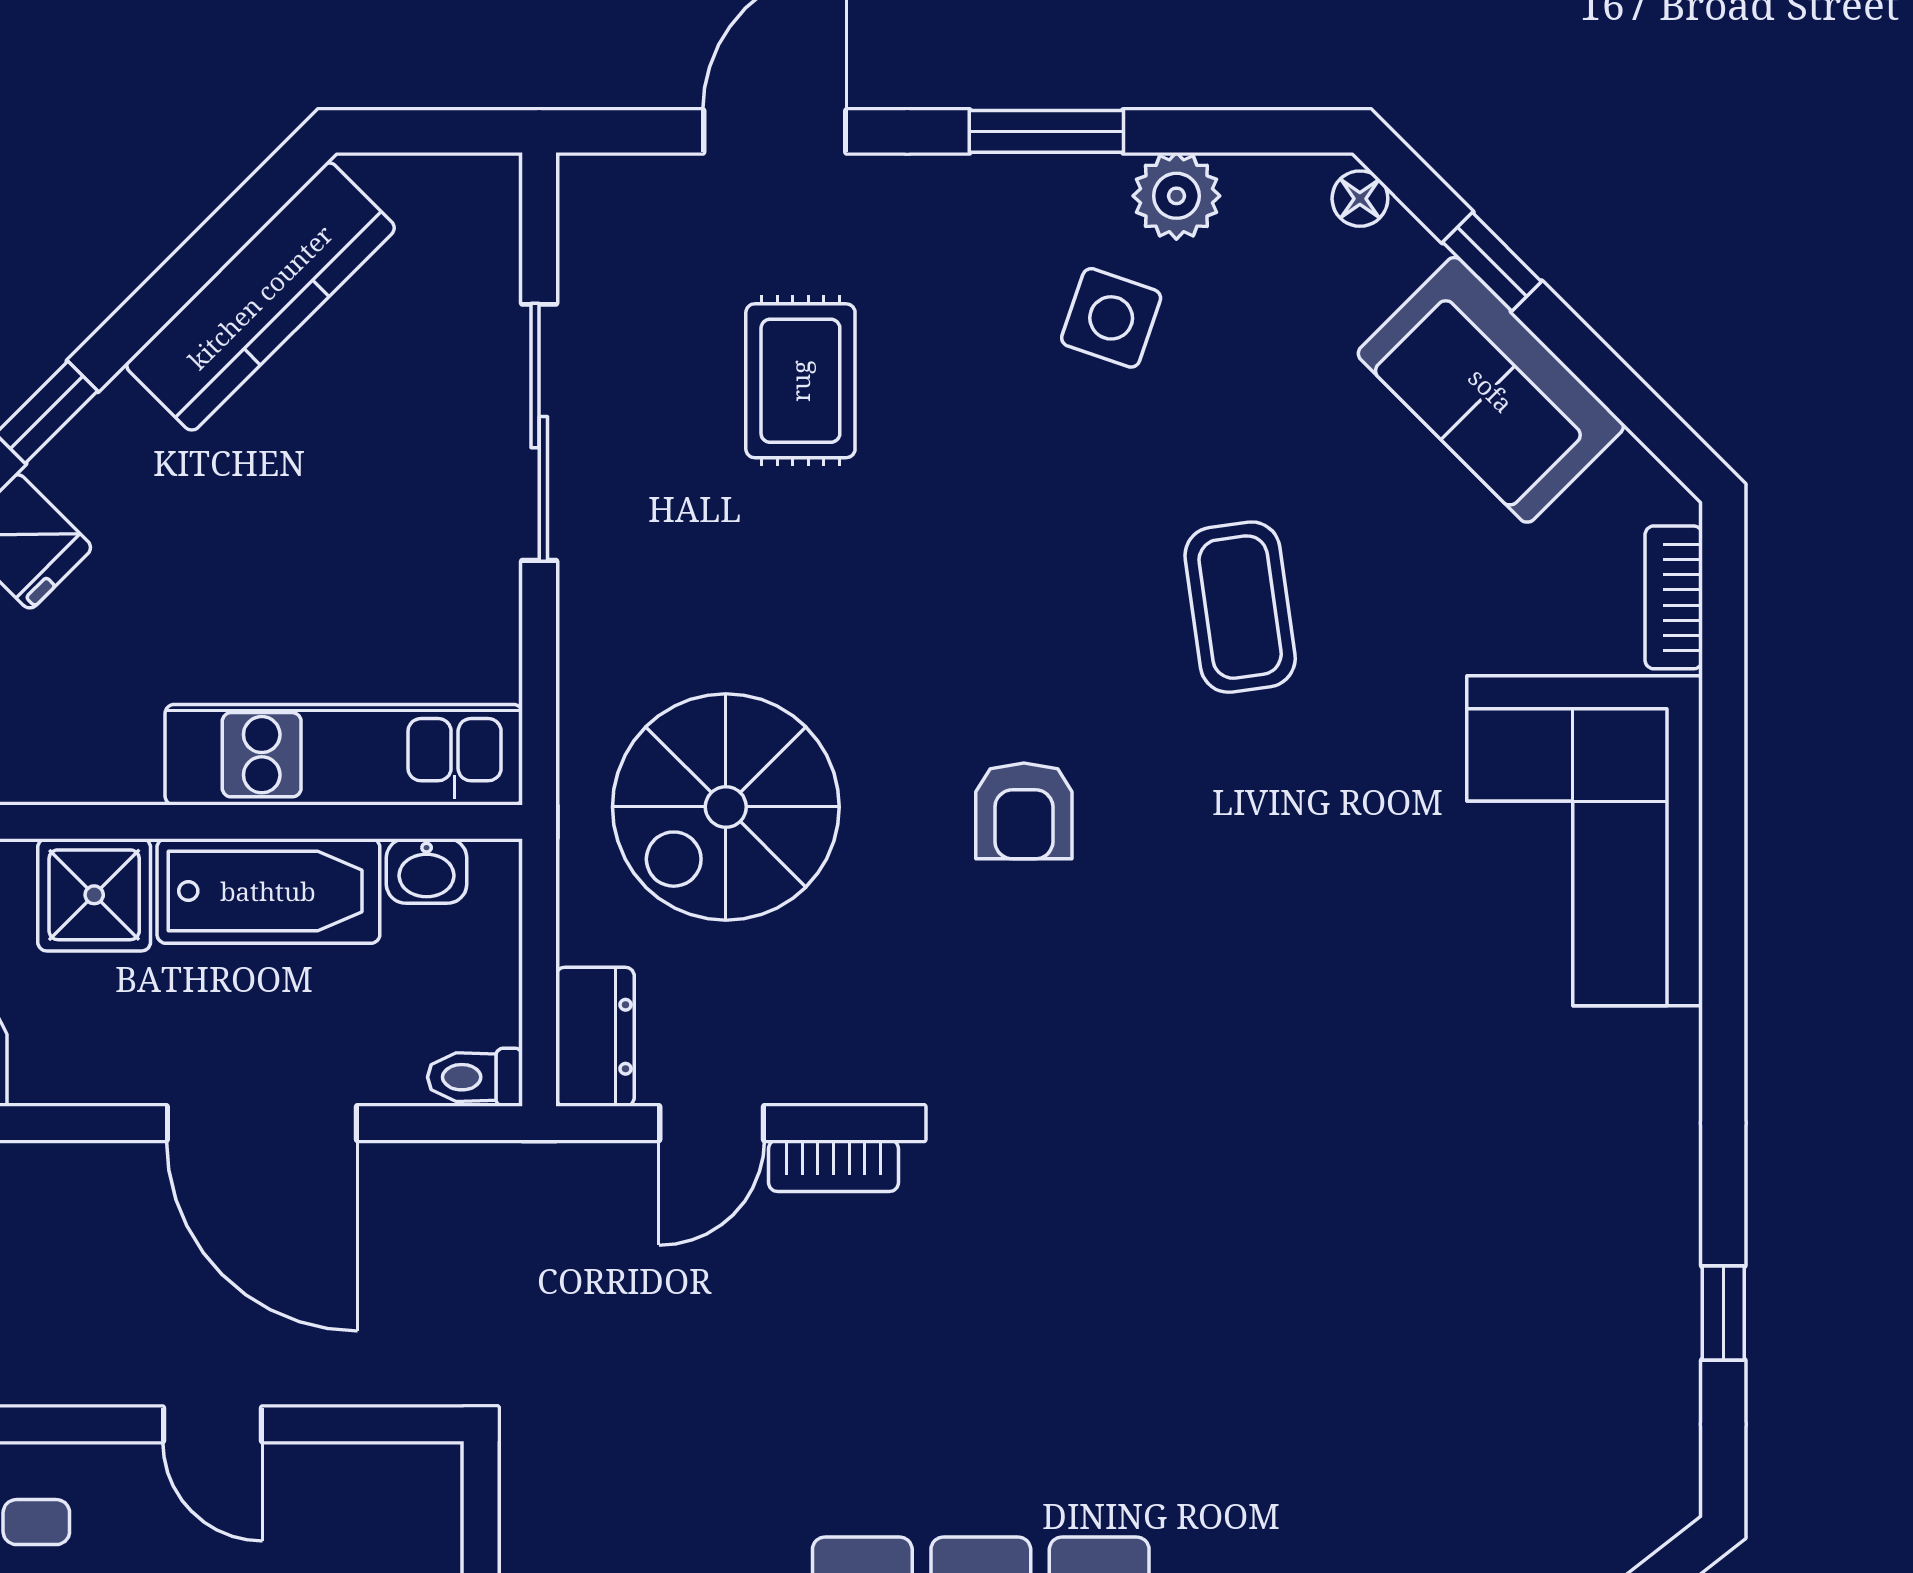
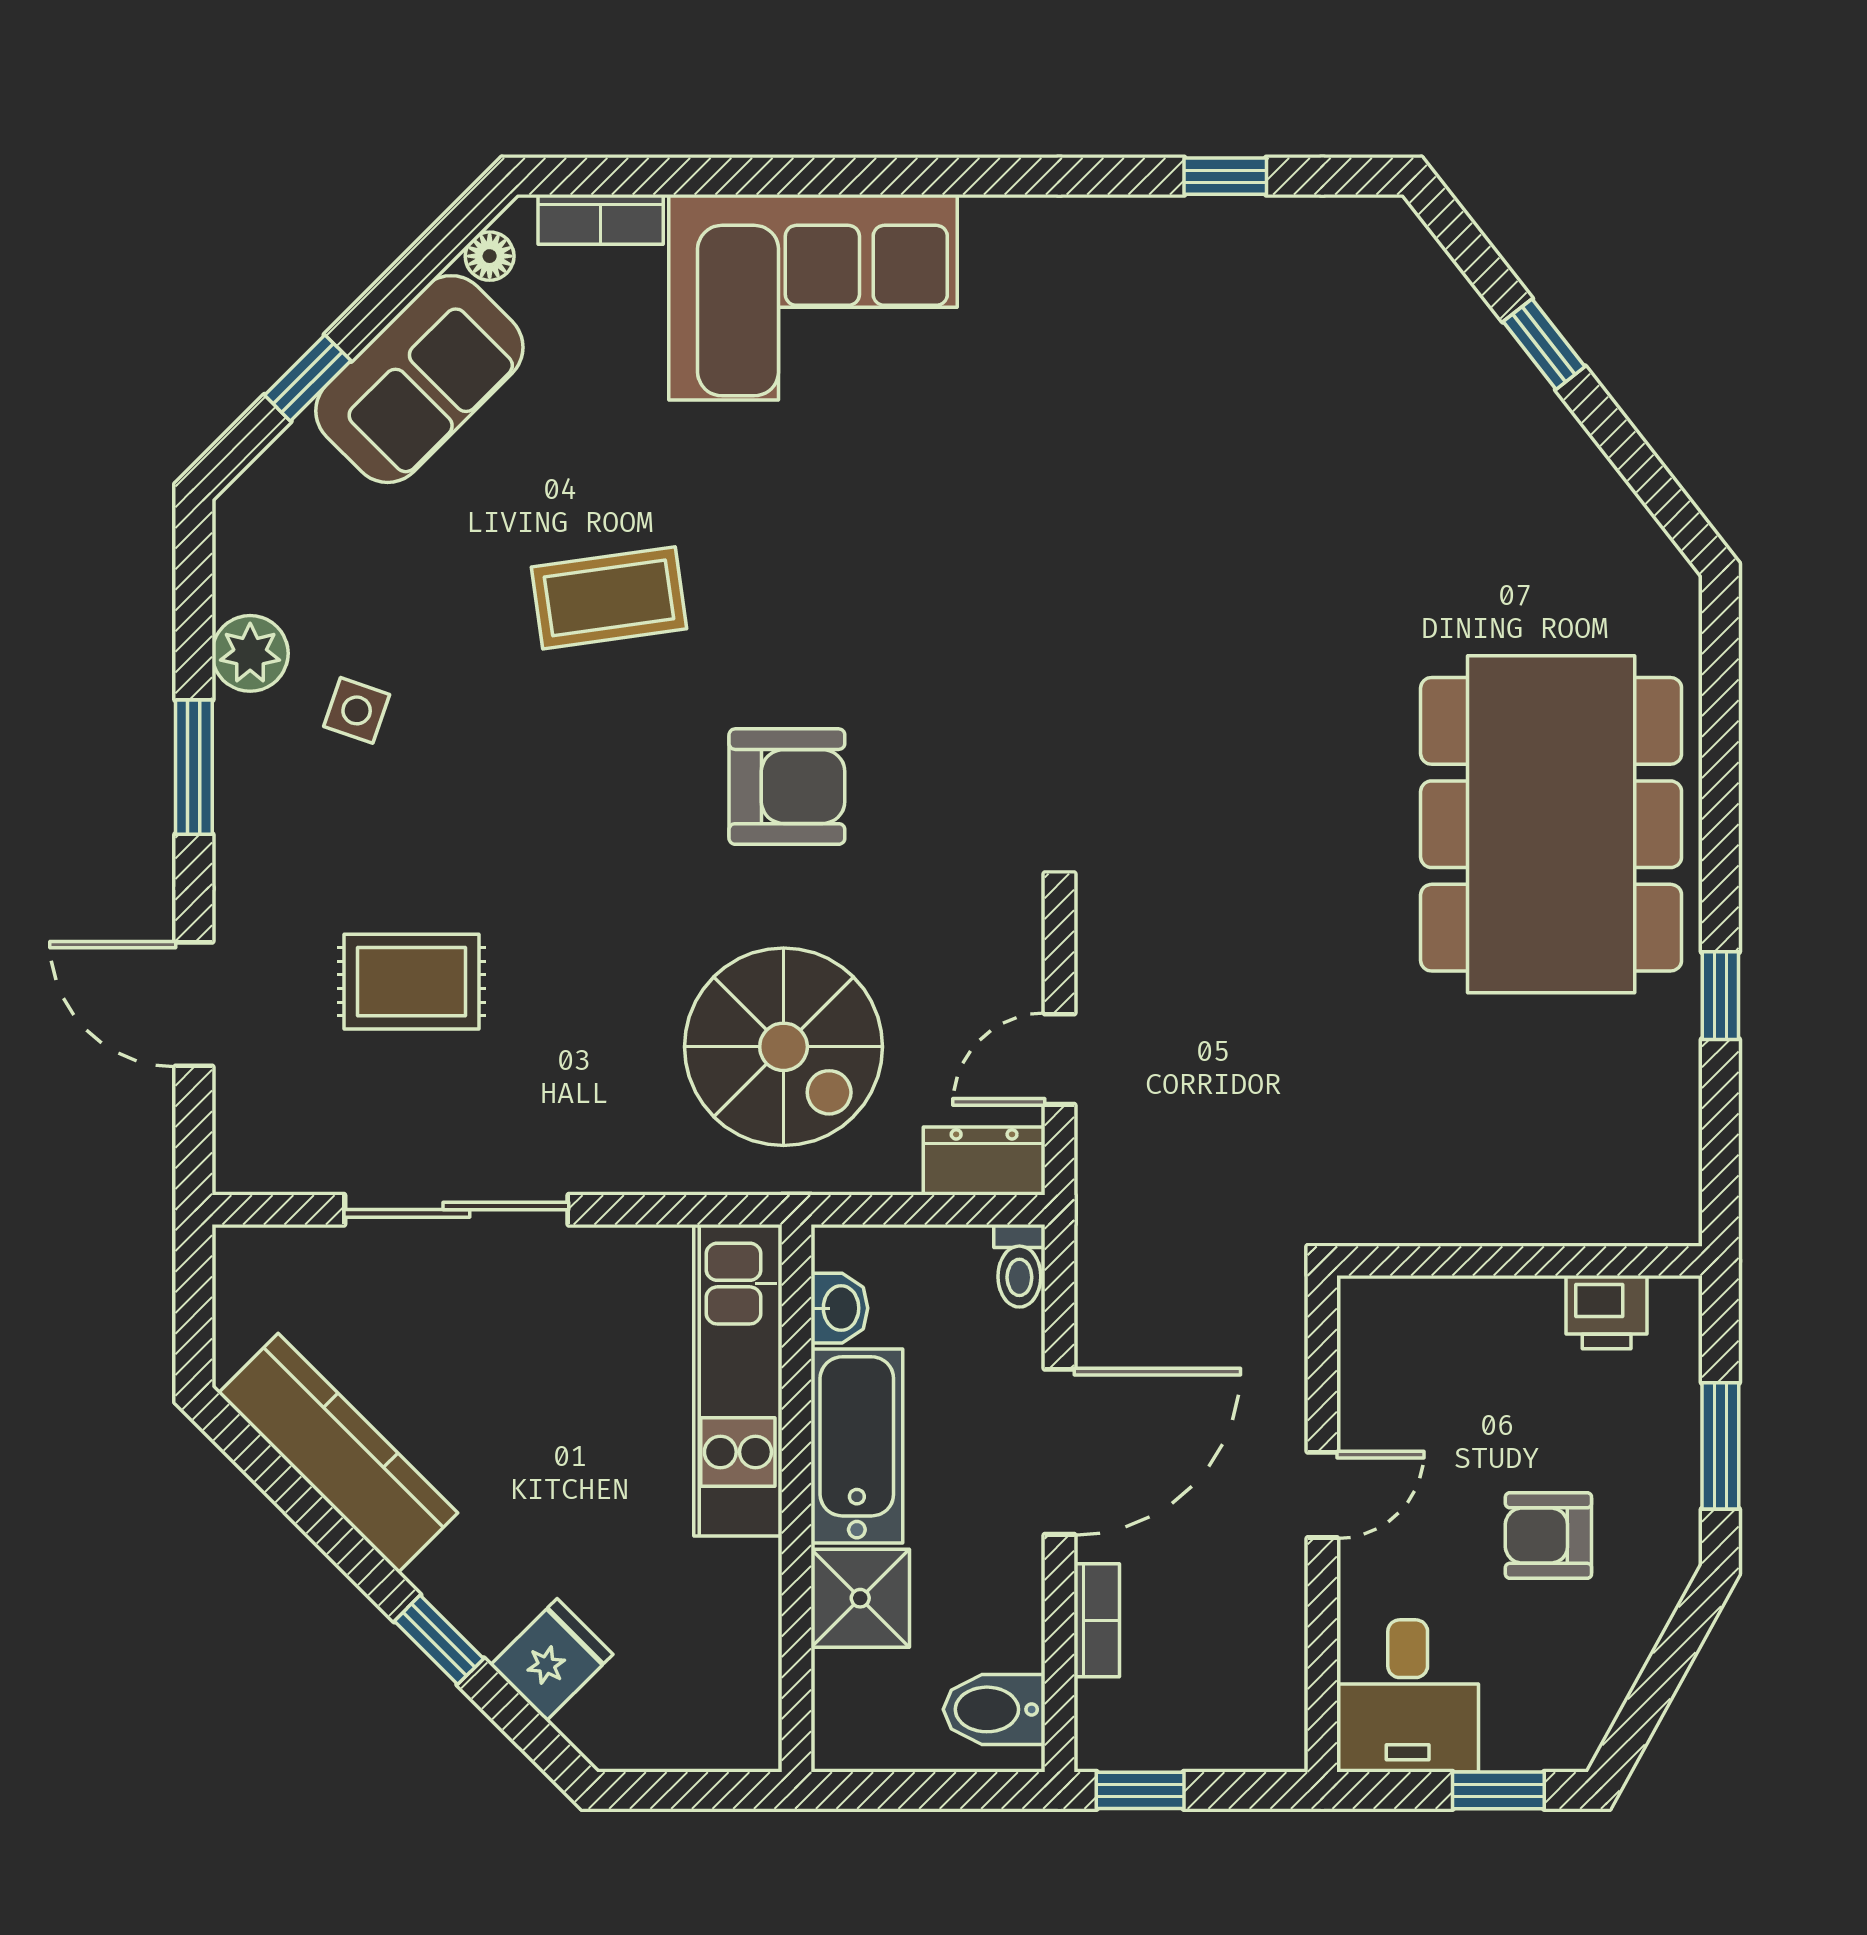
floor lamp: (1360, 199) -> (490, 256), moved
side table: (1111, 318) -> (357, 710), width x0.73, depth x0.73
armchair: (1024, 811) -> (787, 787), width x1.38, depth x1.38
door: (712, 1123) -> (1059, 1059), swing flipped
bookcase: (834, 1166) -> (1097, 1620), moved

